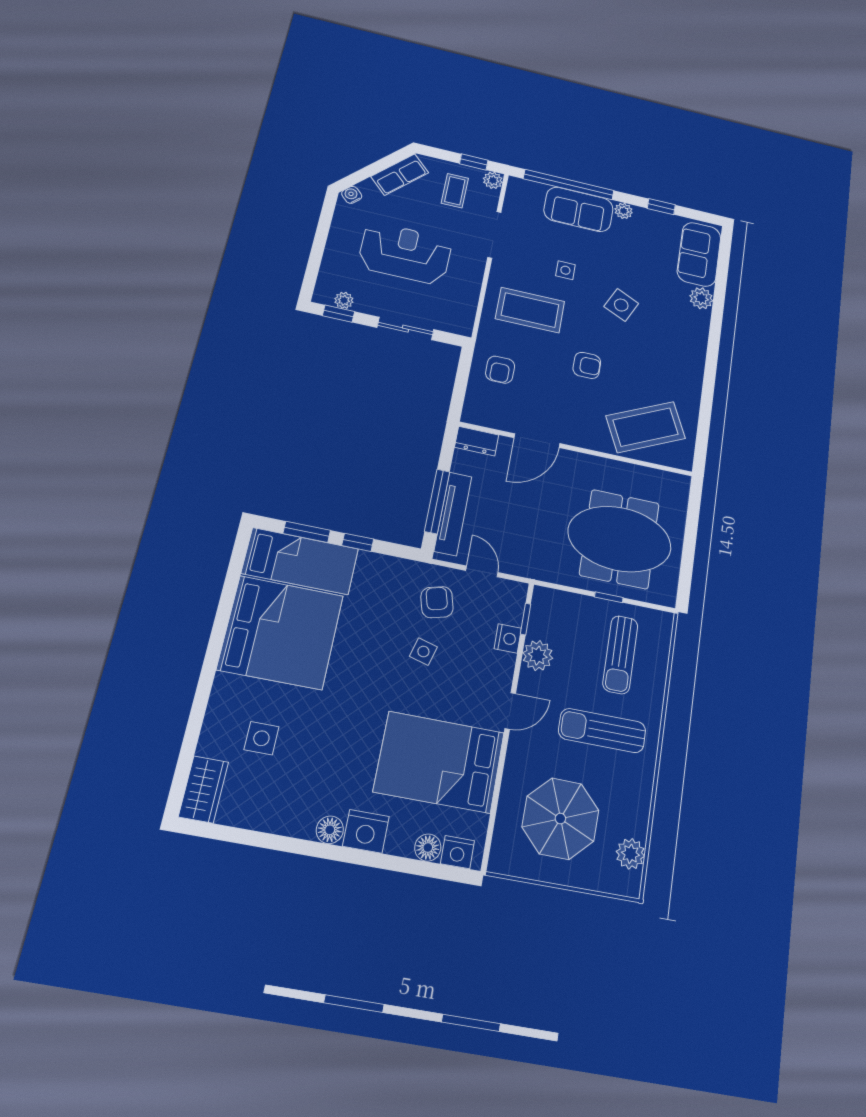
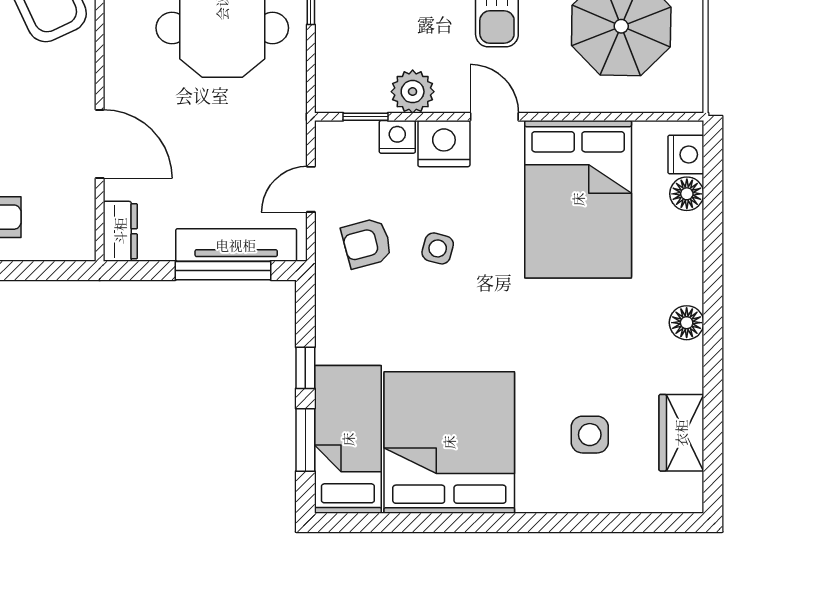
wardrobe: (203, 789) -> (681, 433), moved, turned -90
nightstand: (366, 831) -> (444, 144), moved, turned -90

